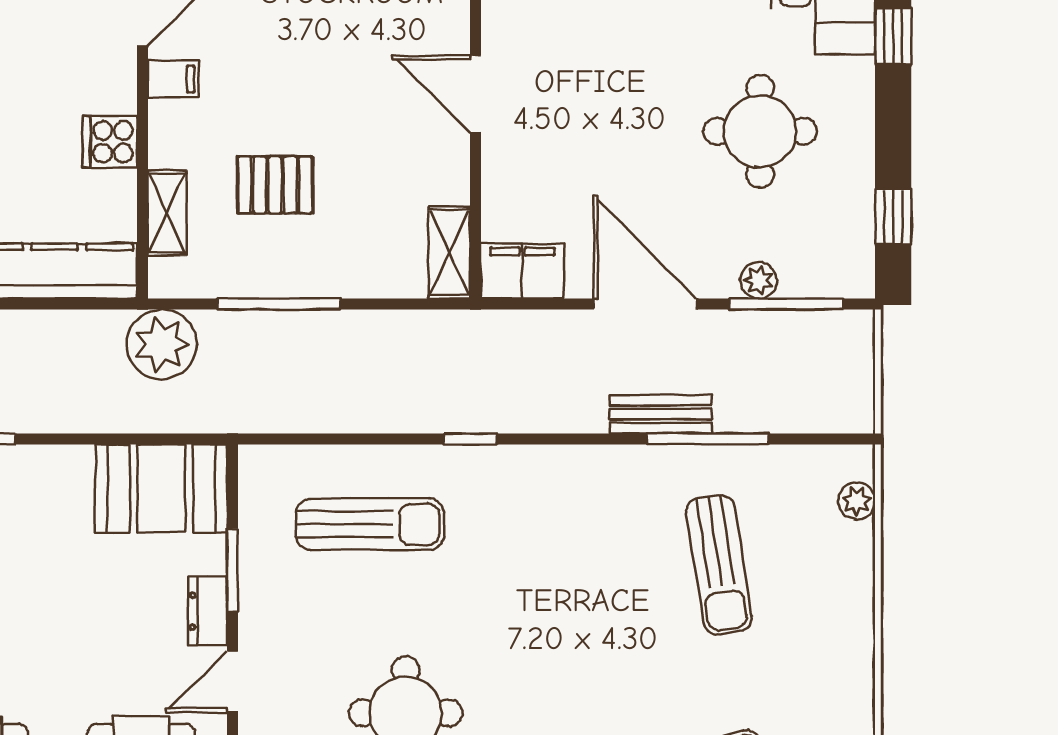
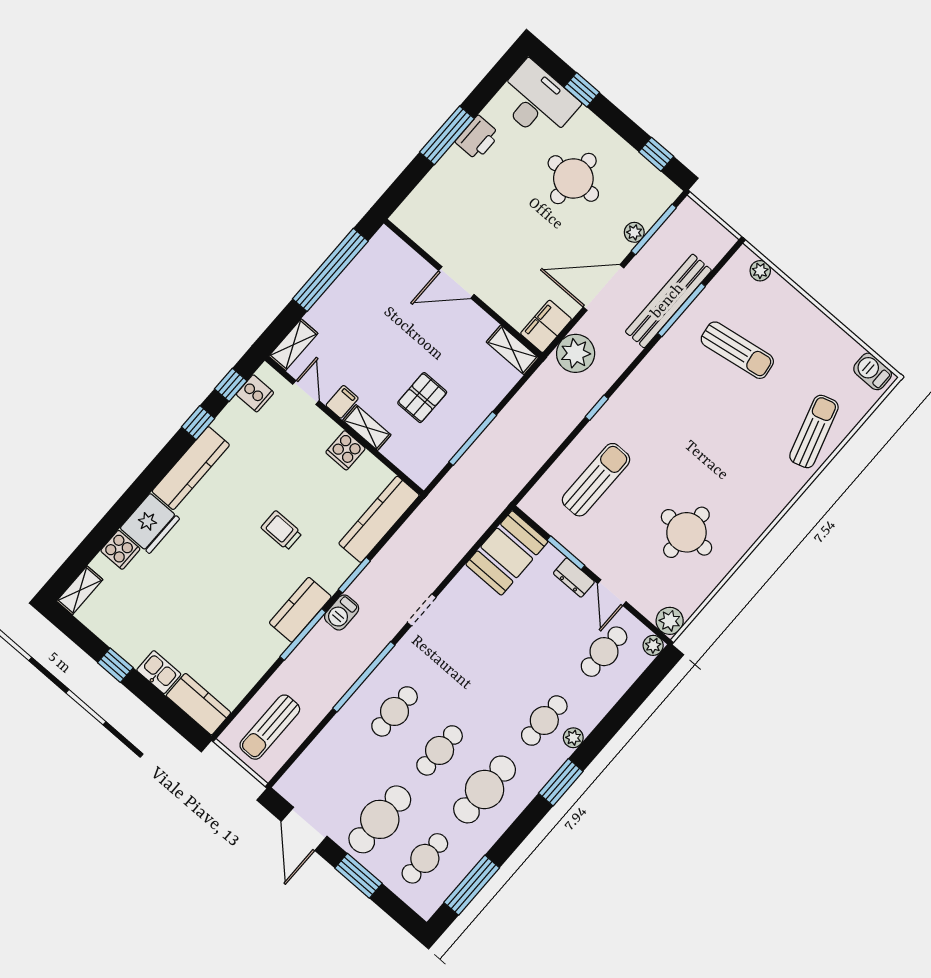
shelving: (167, 213) -> (367, 428), moved
plant: (162, 344) -> (576, 353), moved
bench: (660, 414) -> (668, 301), width x1.86, depth x1.21

